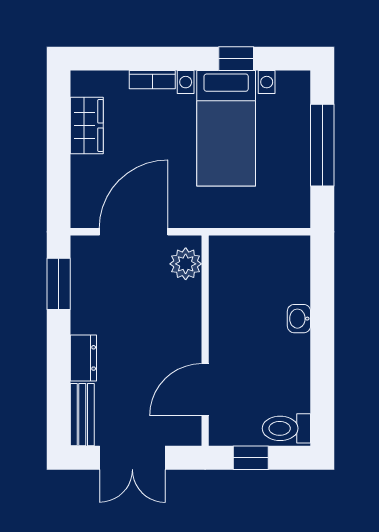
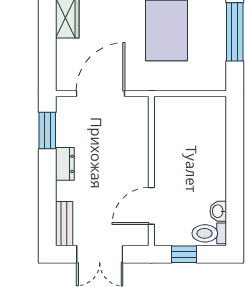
plant: (186, 264) -> (138, 116), removed
washbasin: (299, 319) -> (218, 211), moved
dresser: (83, 358) -> (65, 164), moved

